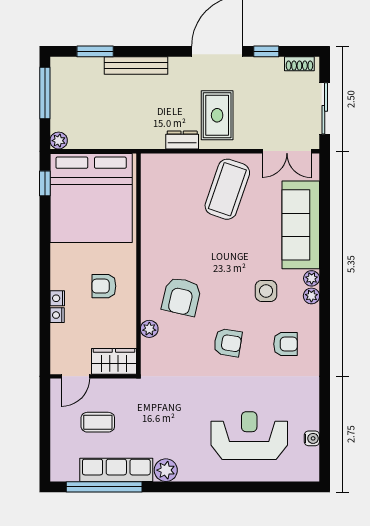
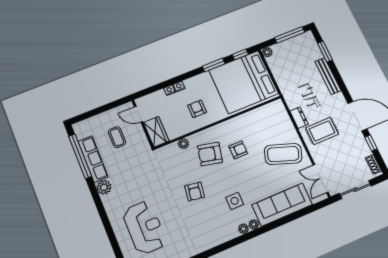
window: (45, 232) -> (214, 65), added
armchair: (285, 344) -> (238, 150), moved, turned -90

